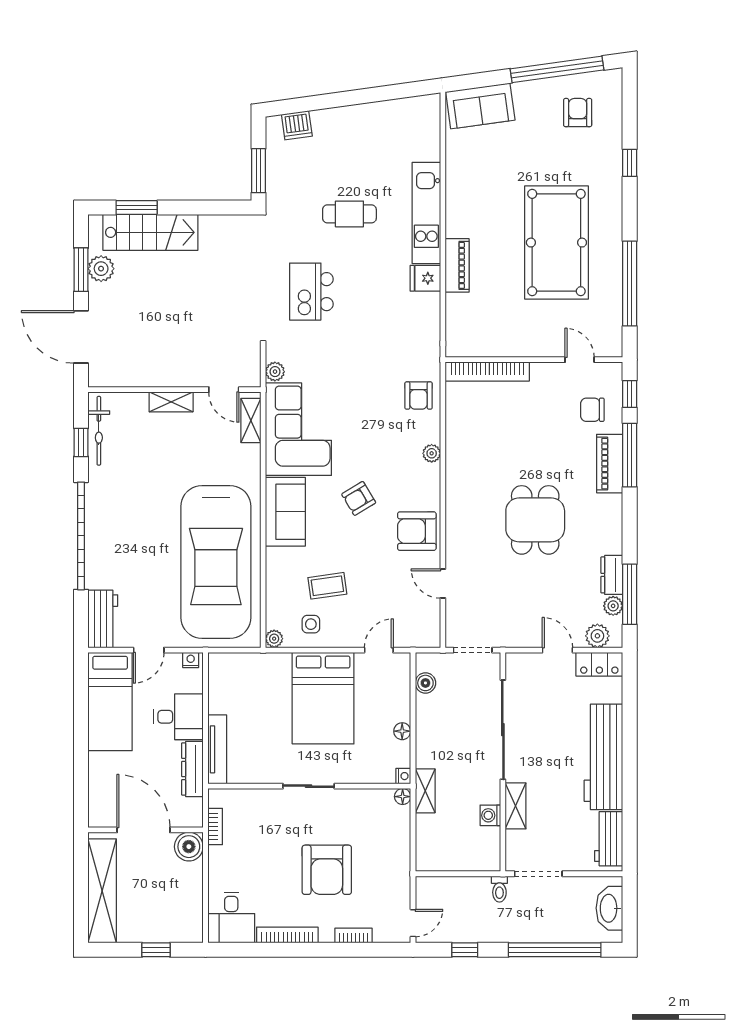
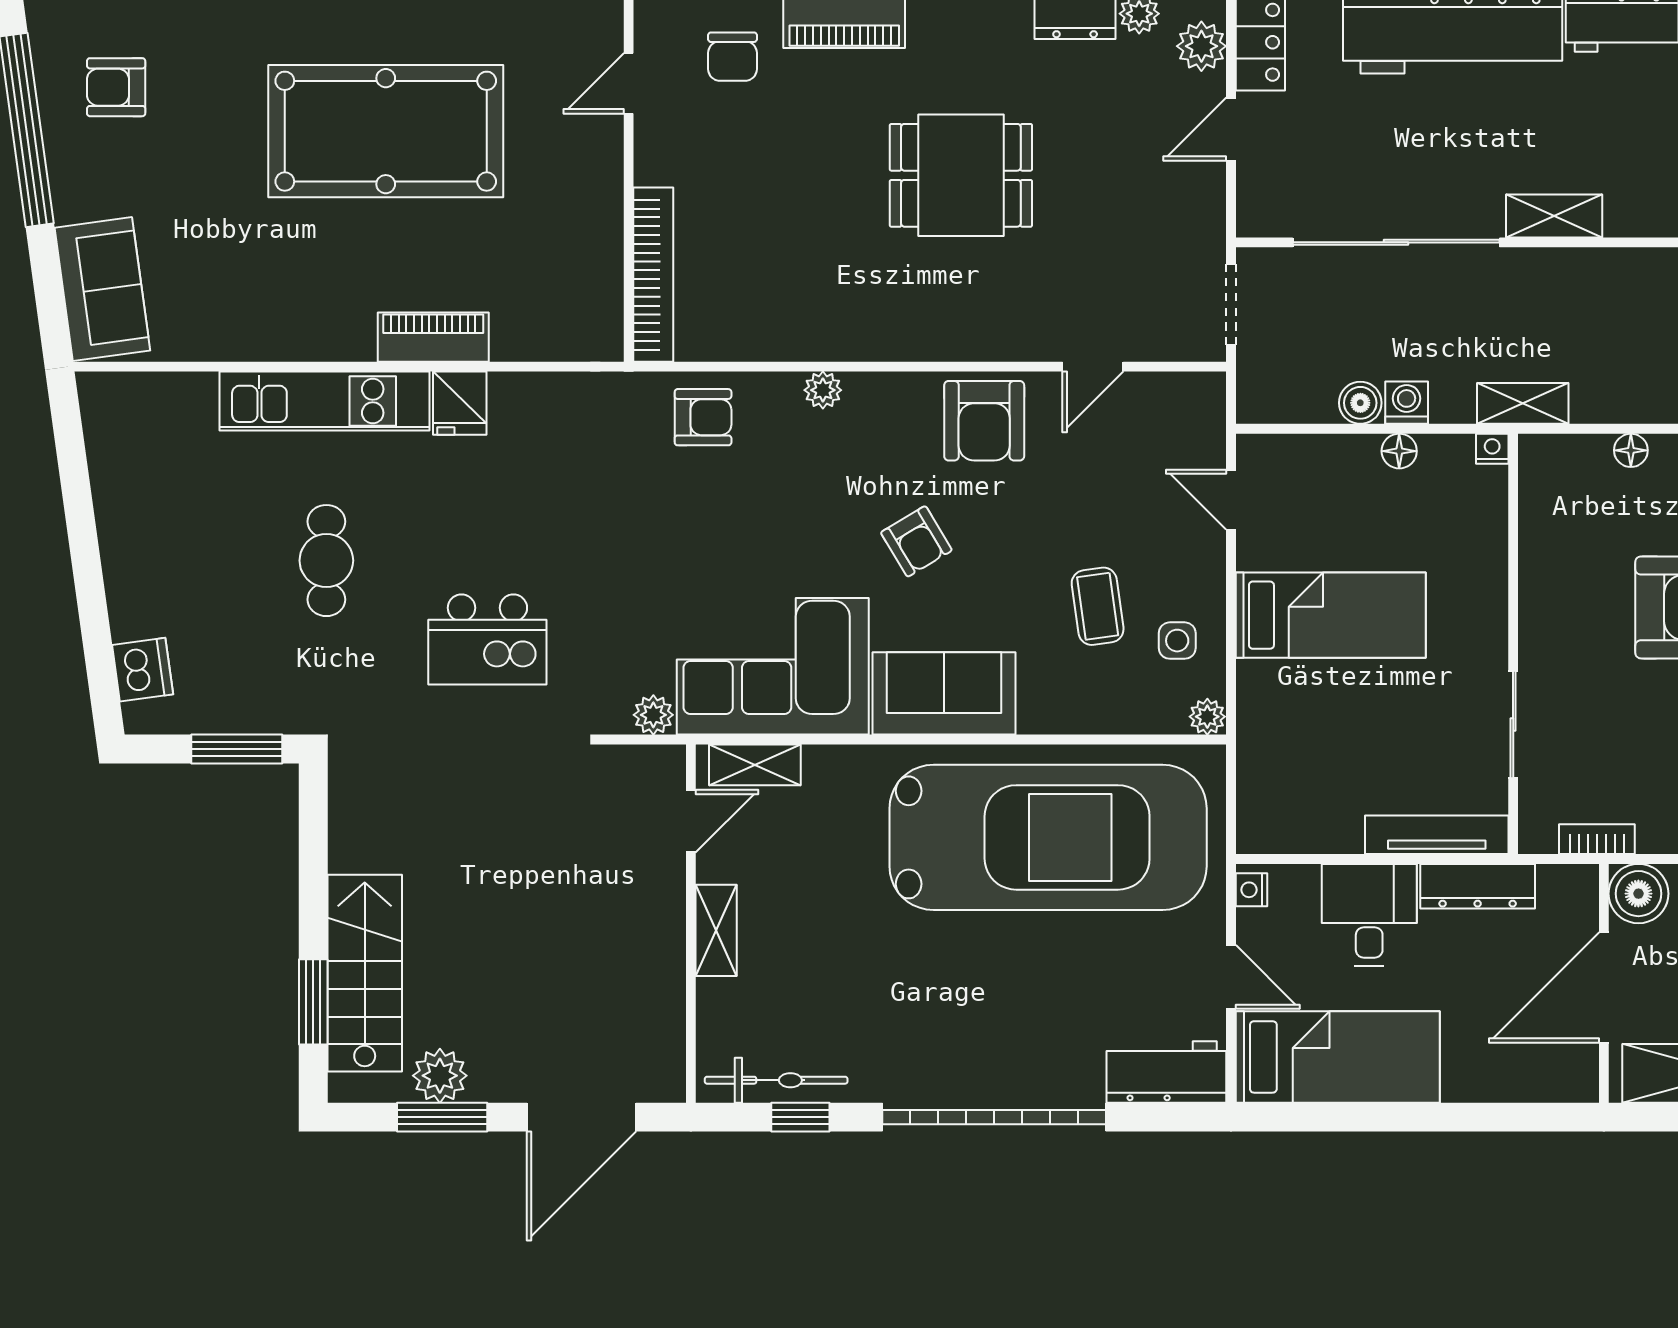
boiler: (425, 683) -> (1360, 403), moved
bed: (323, 698) -> (1331, 615), width x0.67
sliding door: (309, 786) -> (1513, 725), moved
floor lamp: (403, 797) -> (1631, 450), moved
washing machine: (490, 815) -> (1407, 403), moved, turned 180

